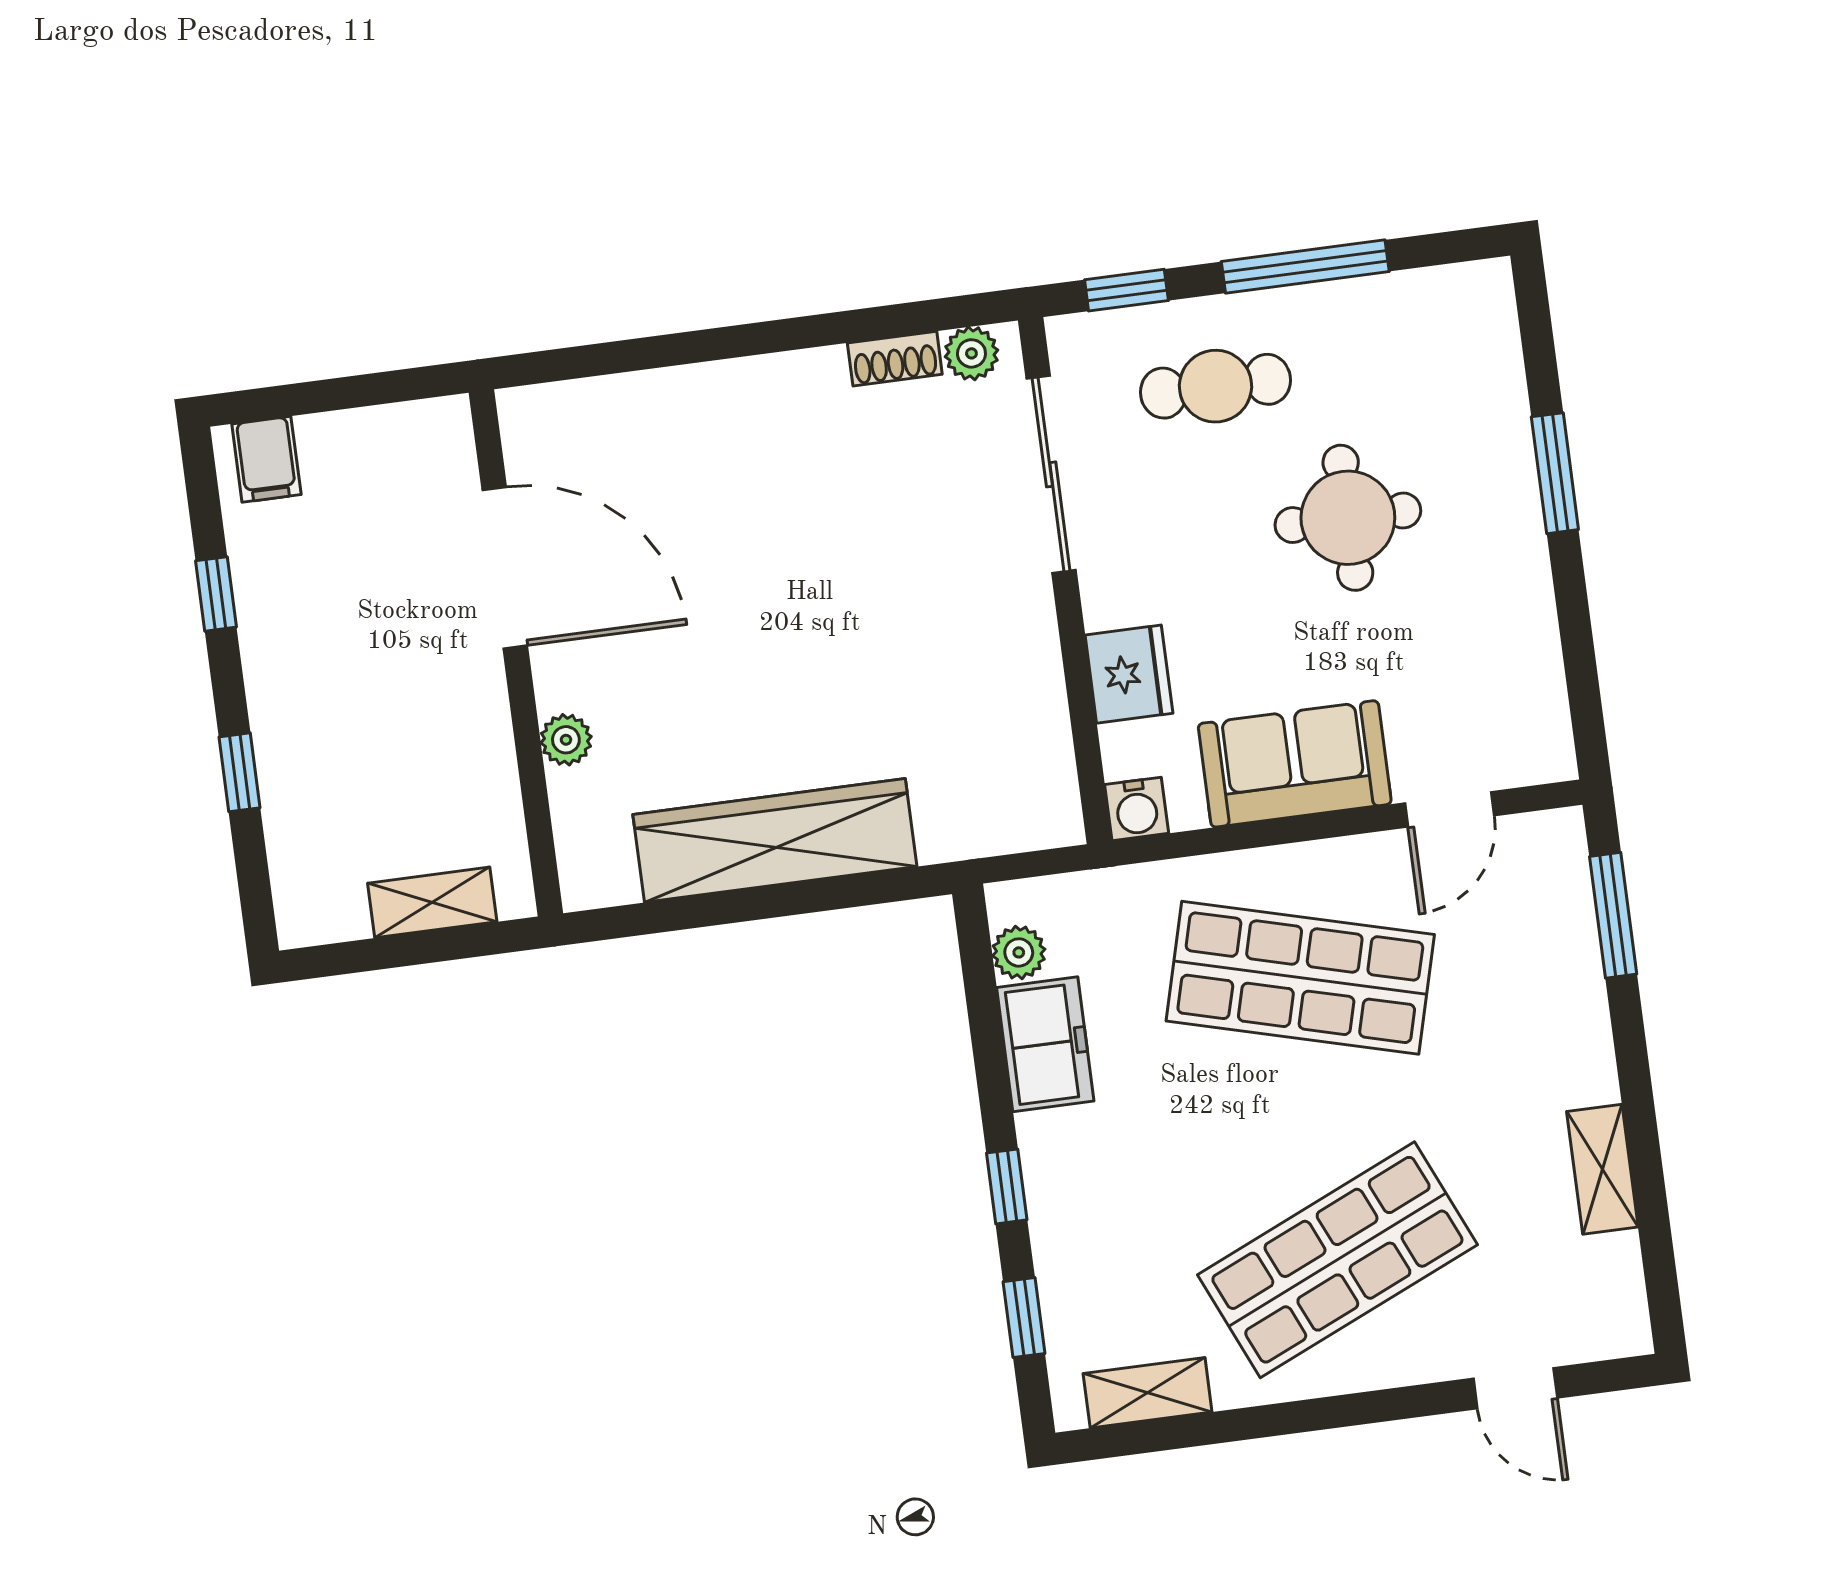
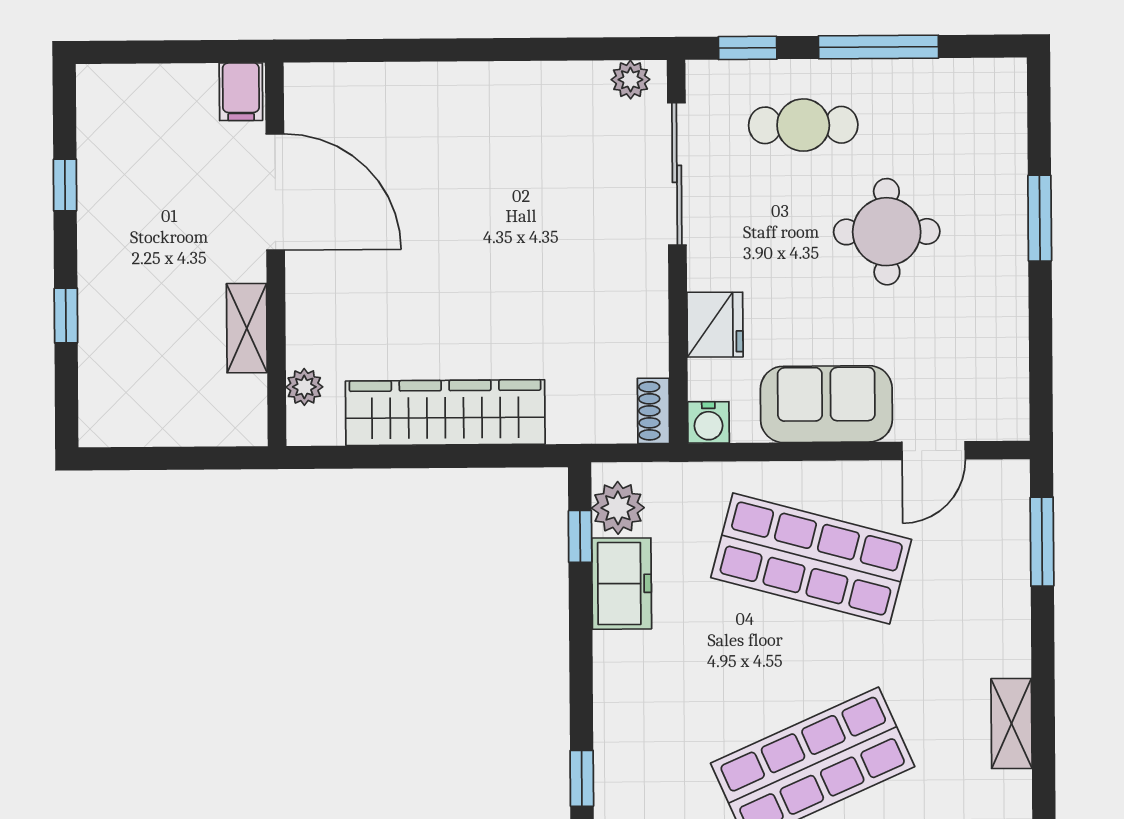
shoe rack: (895, 359) -> (653, 411), moved, turned 90
filing cabinet: (266, 459) -> (241, 92), moved
plant: (566, 740) -> (304, 387), moved
shelving: (432, 902) -> (247, 328), moved, turned 90
plant: (1019, 952) -> (618, 508), width x1.38, depth x1.38
window: (1007, 1186) -> (580, 536), moved

